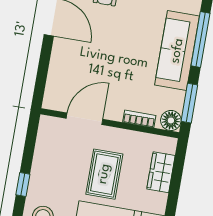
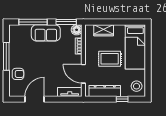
sofa: (177, 51) -> (46, 33), width x0.73
tv unit: (54, 86) -> (70, 92), added
dresser: (44, 154) -> (105, 91), added

